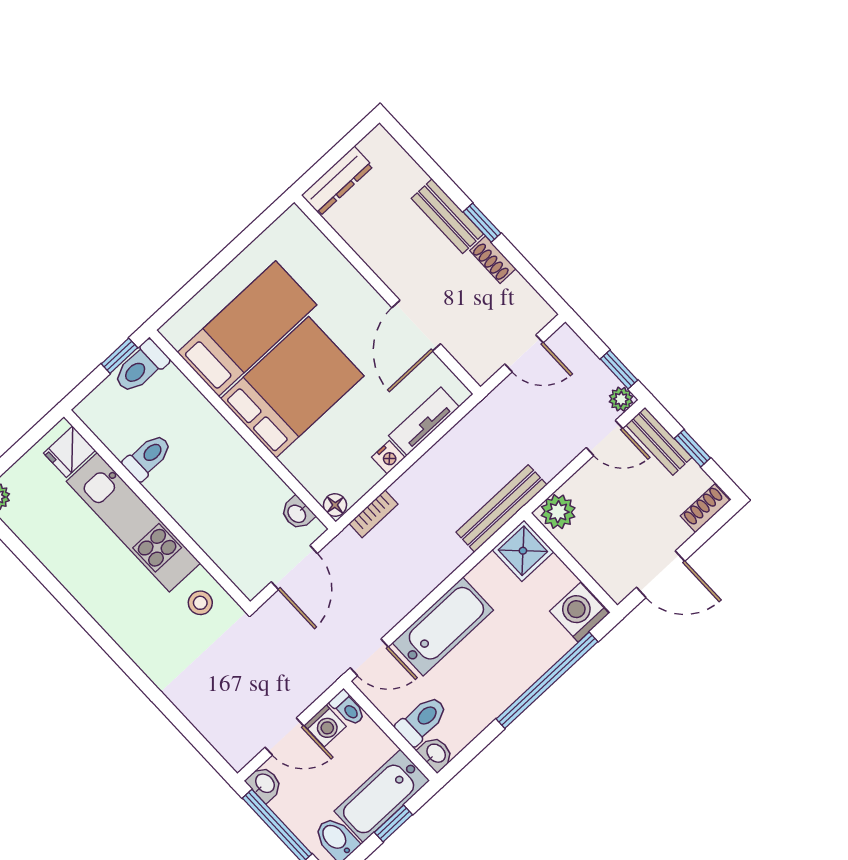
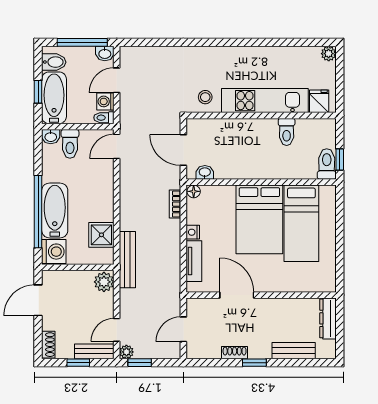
bench: (447, 216) -> (294, 351), moved
shower: (523, 551) -> (101, 235), moved
bathtub: (443, 626) -> (55, 210), moved, turned 180

